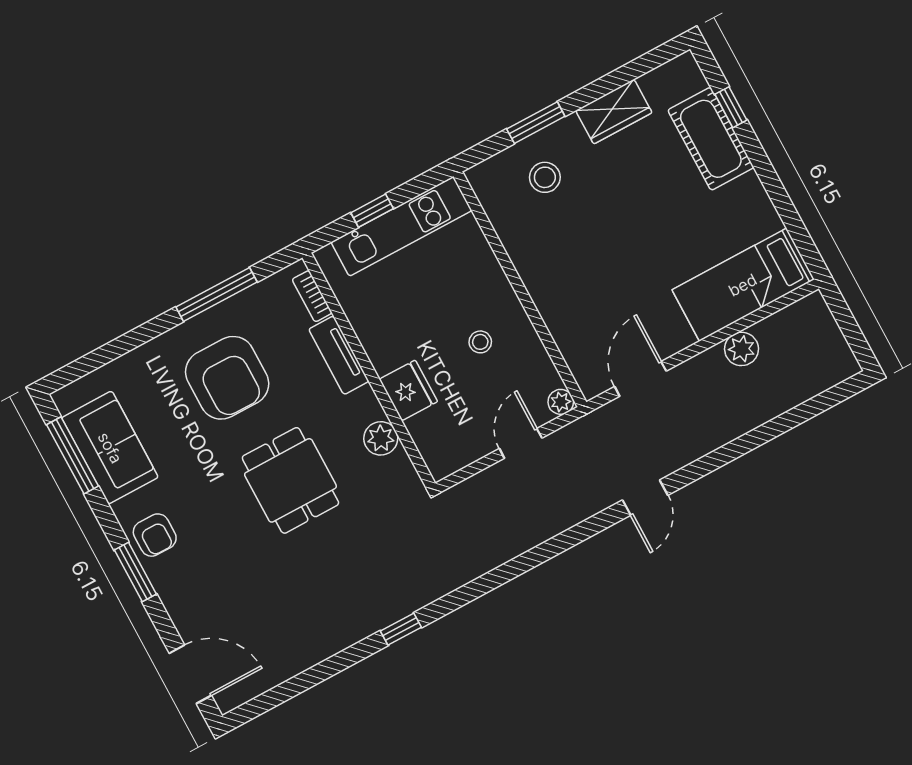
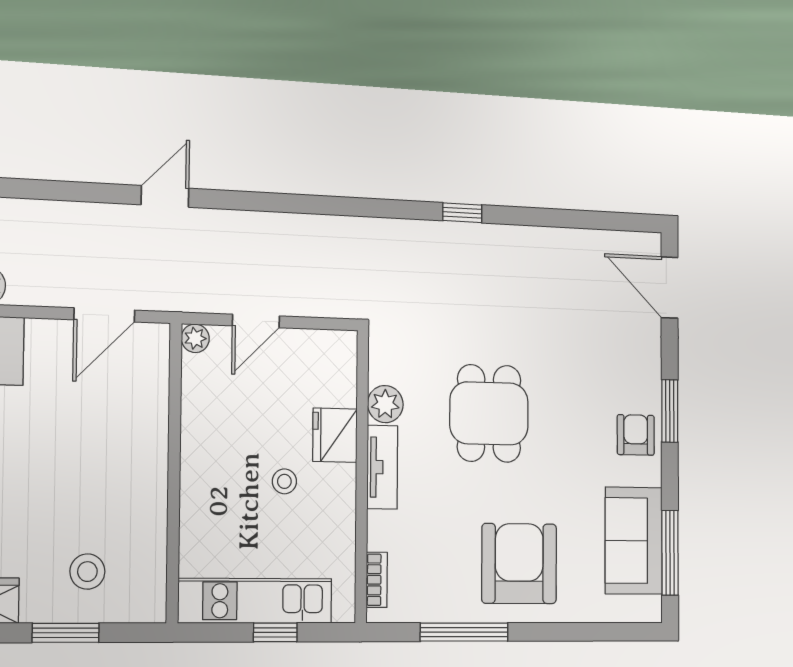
stool: (480, 342) -> (284, 481), moved
tv unit: (339, 355) -> (382, 467), moved
armchair: (227, 378) -> (519, 564), moved

